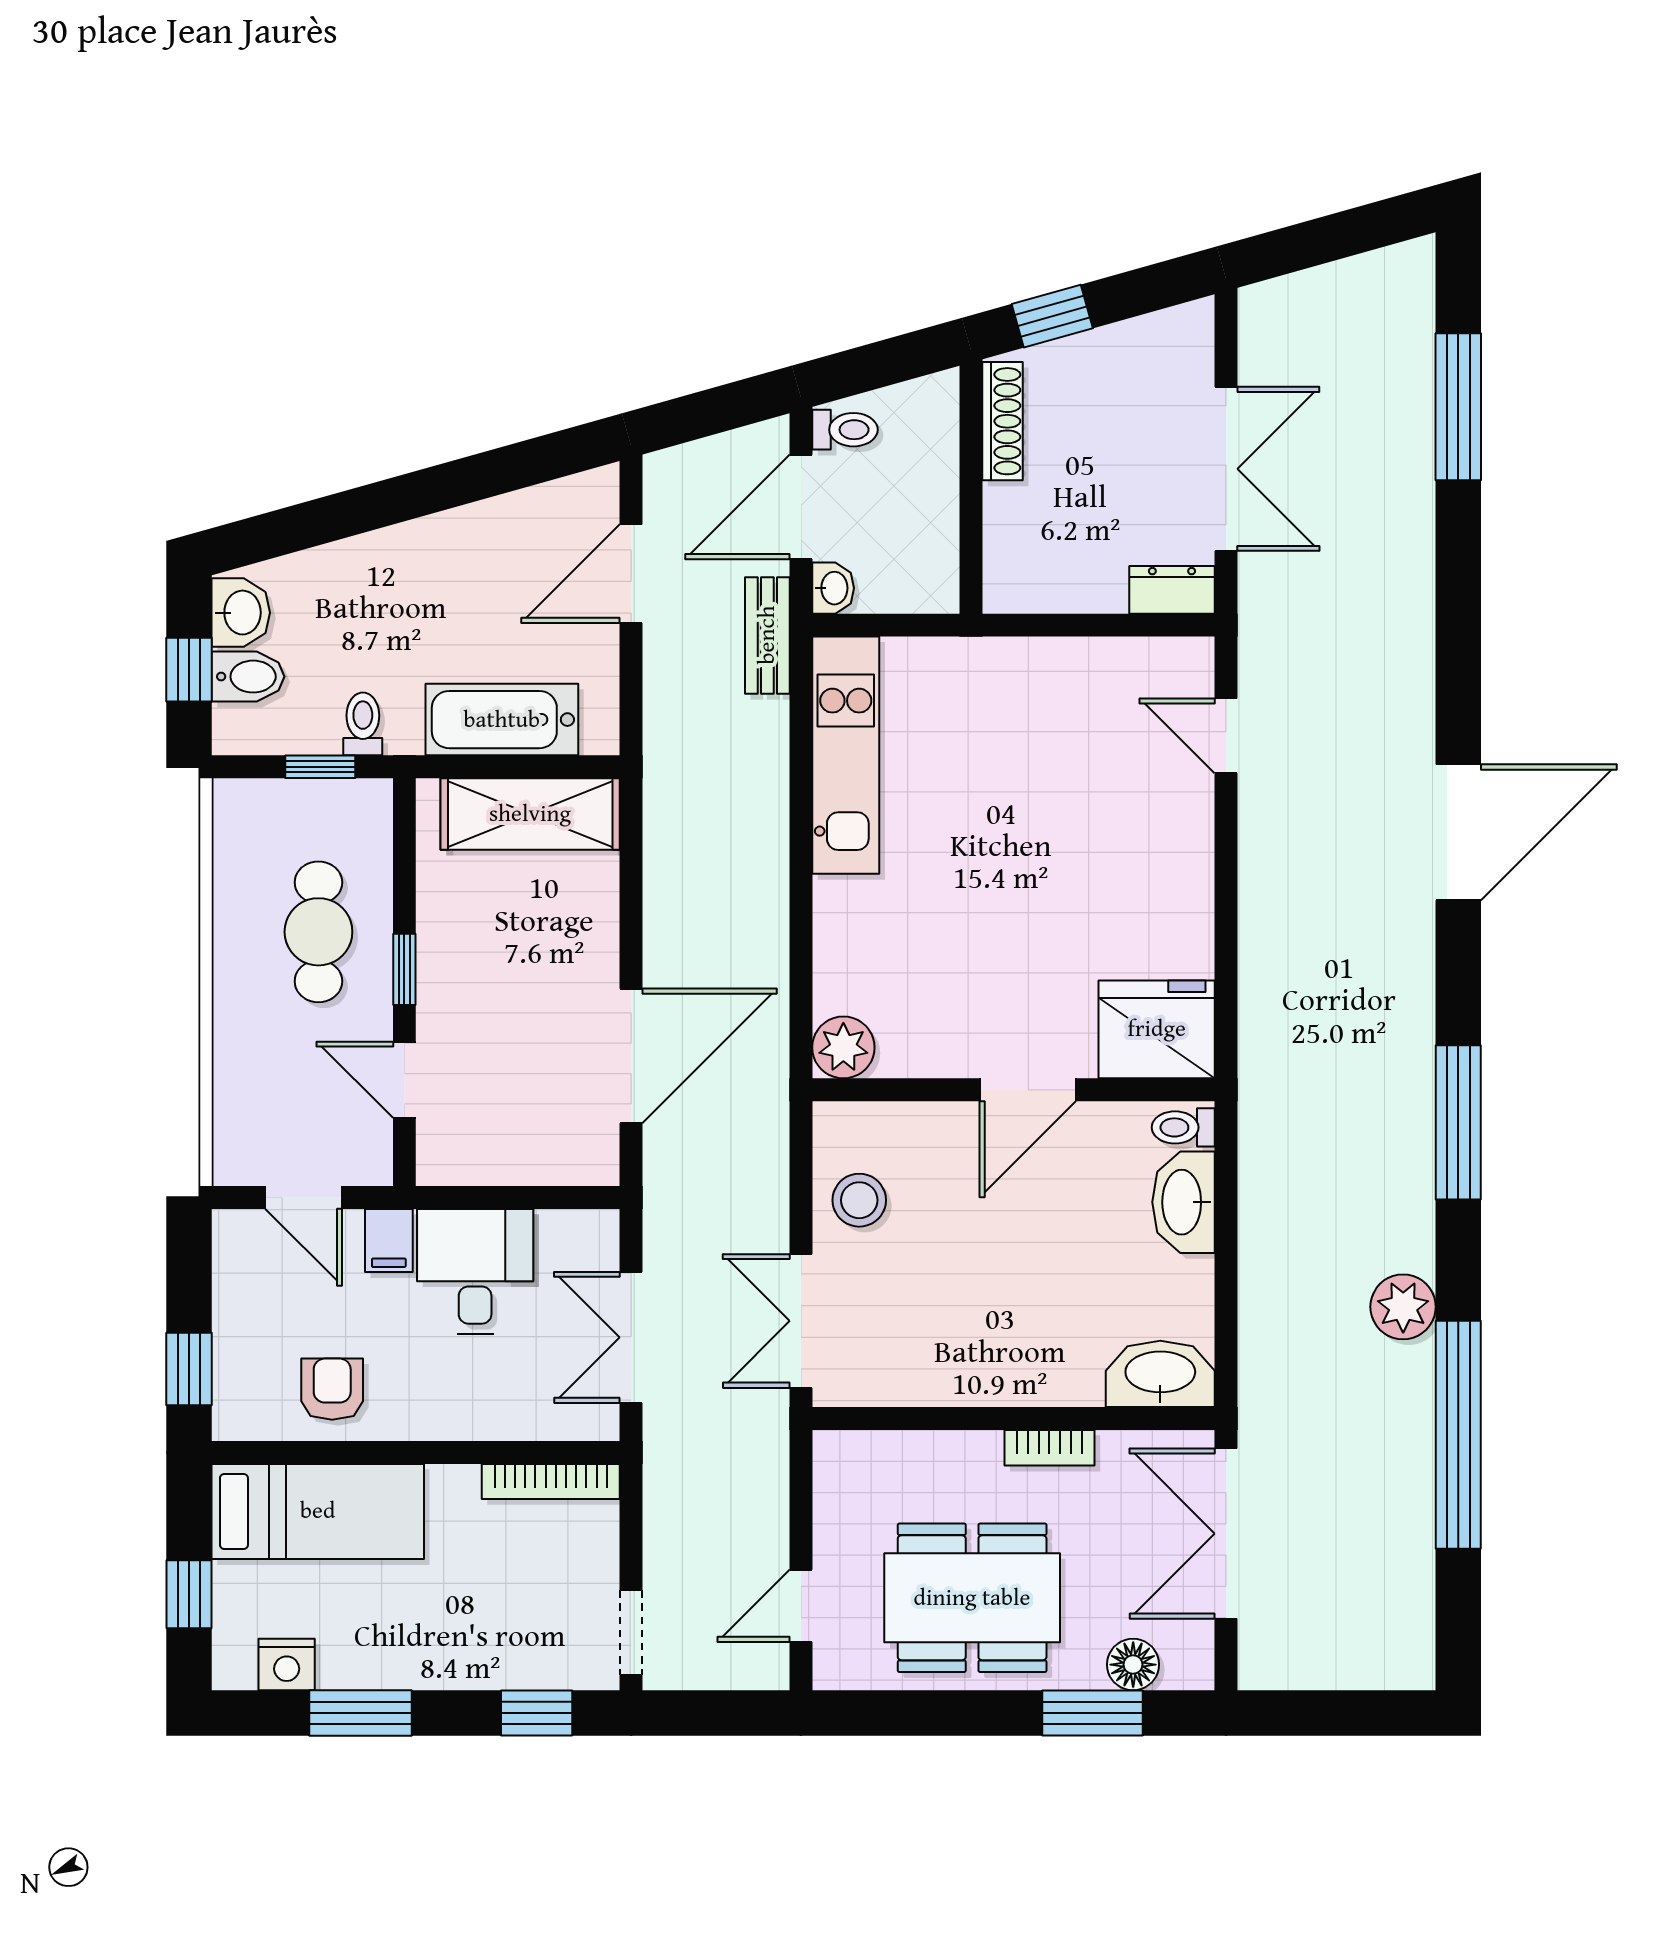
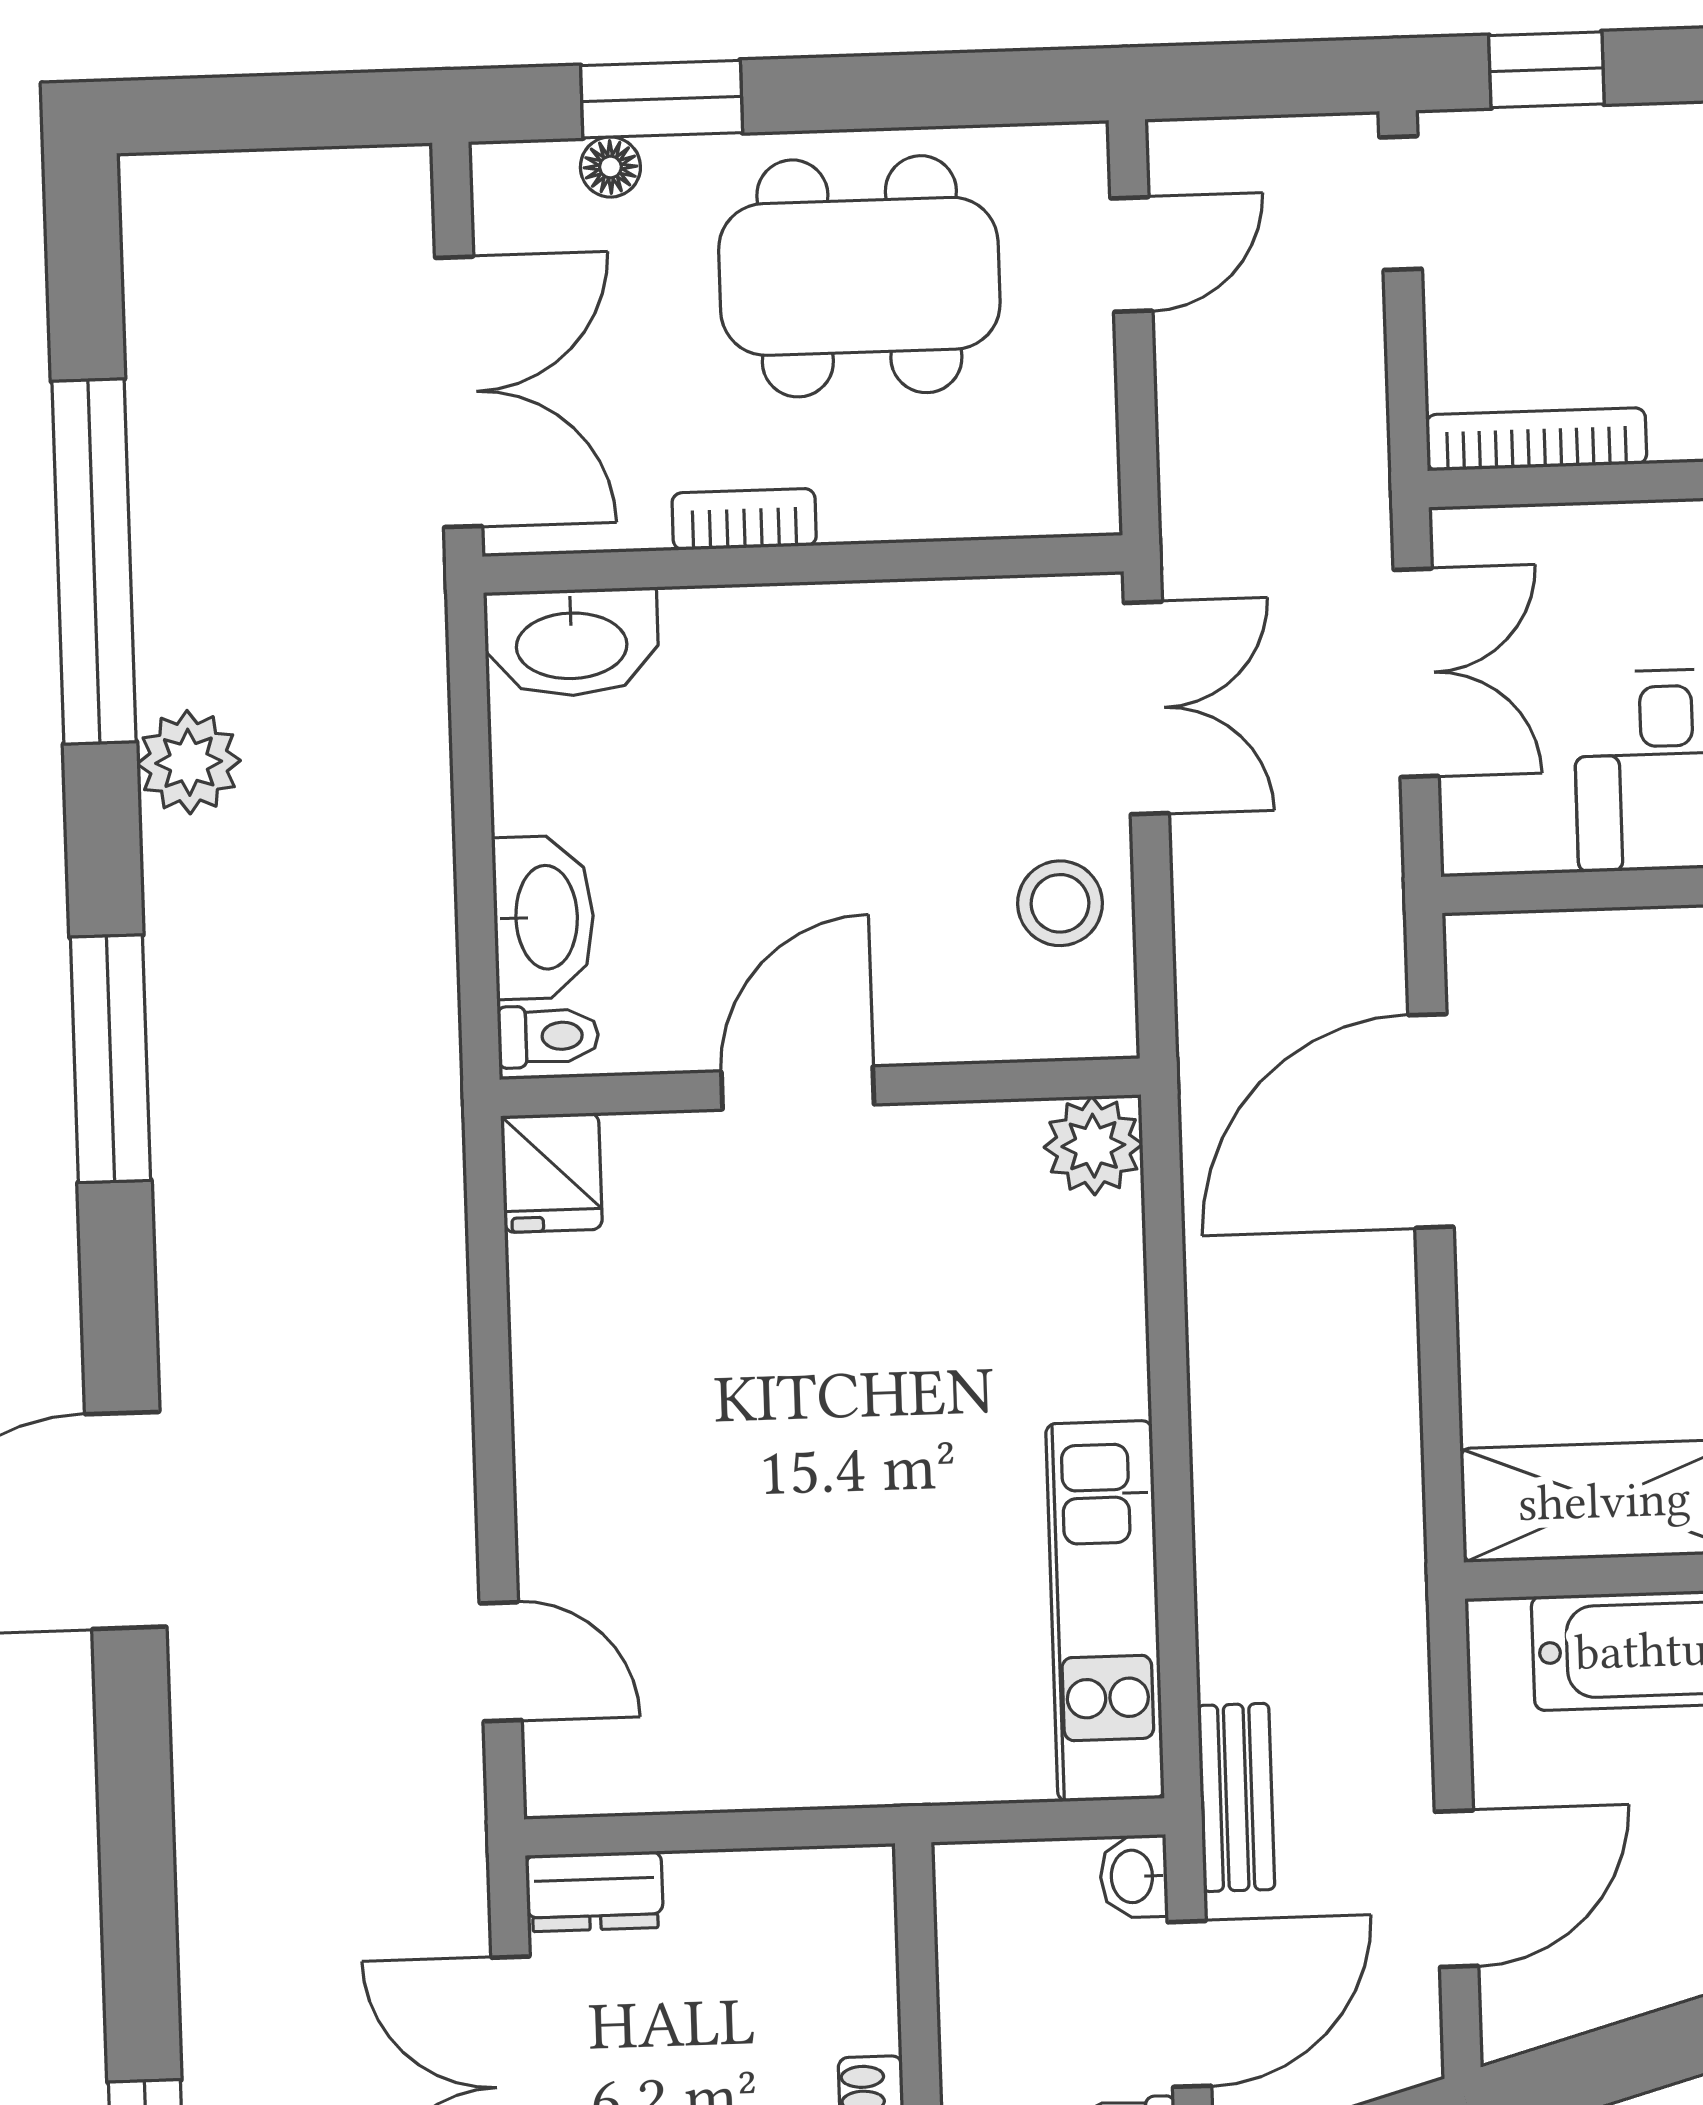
fridge: (1157, 1029) -> (552, 1173), width x0.53, depth x0.75
floor lamp: (1133, 1665) -> (610, 167), width x0.73, depth x0.73

